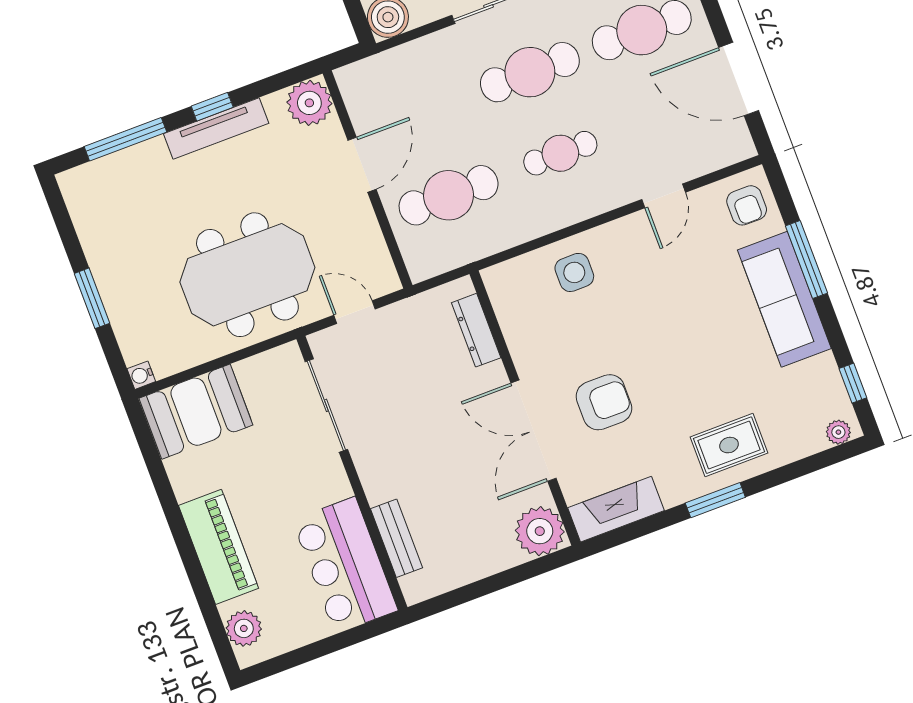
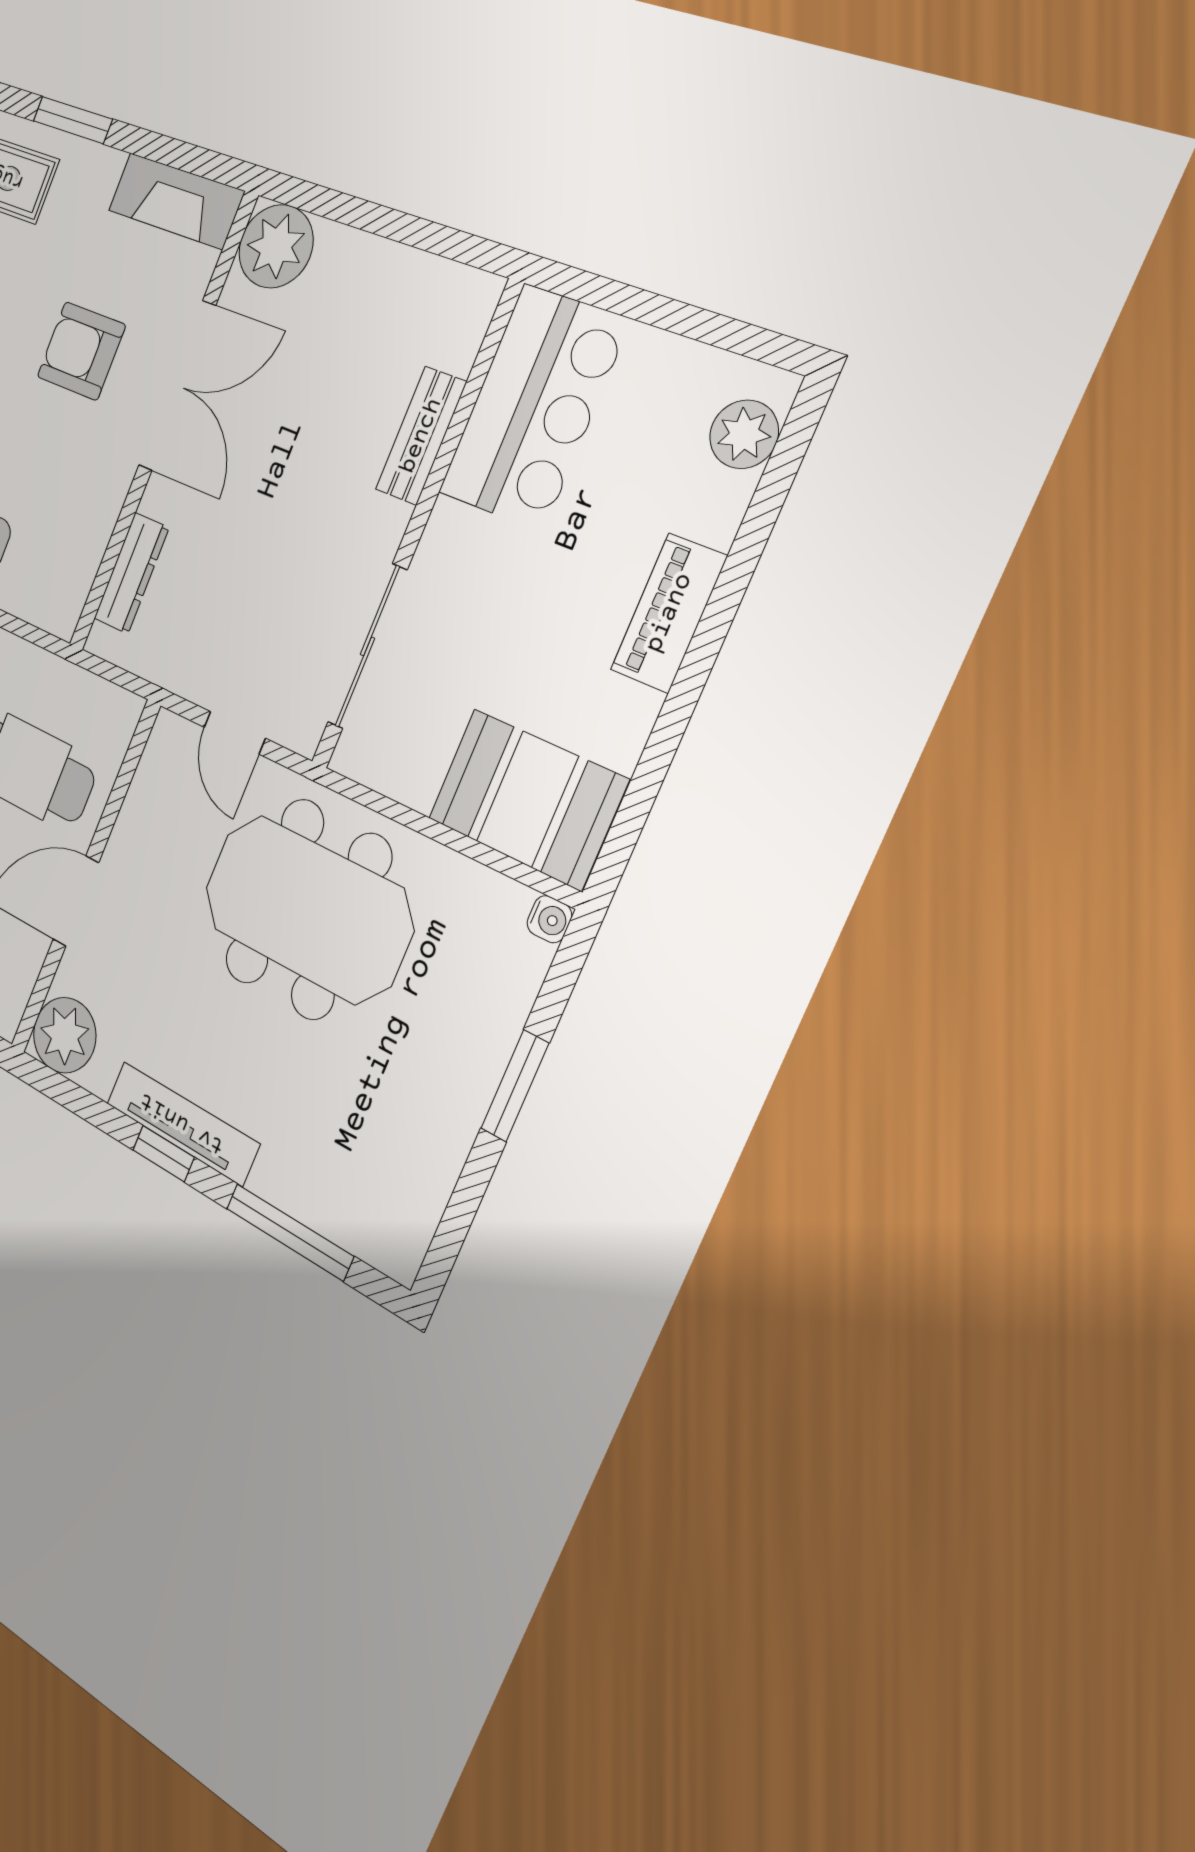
bench: (397, 538) -> (421, 436), moved
piano: (219, 547) -> (669, 613), width x0.73, depth x0.75

